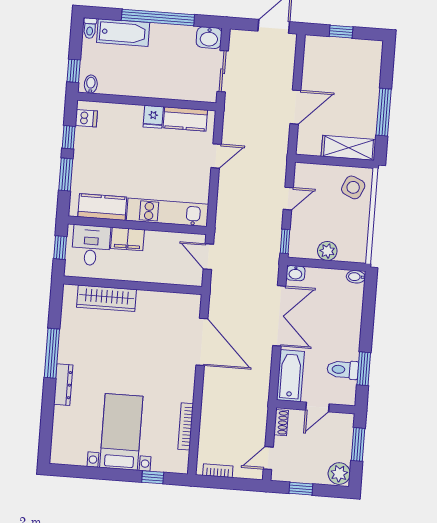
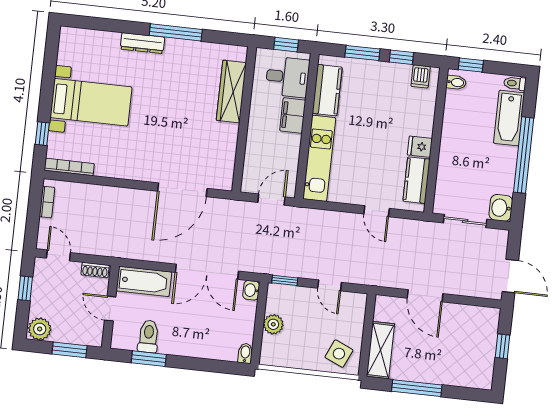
bookcase: (186, 426) -> (69, 167), moved

